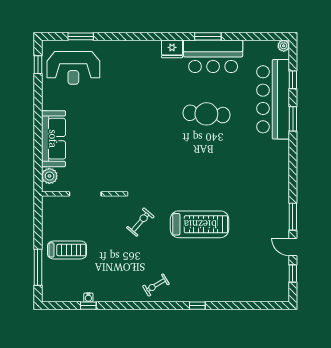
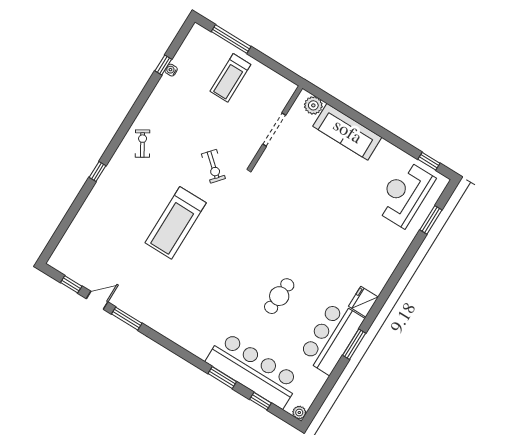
cafe table: (206, 114) -> (279, 296), width x0.73, depth x0.74

